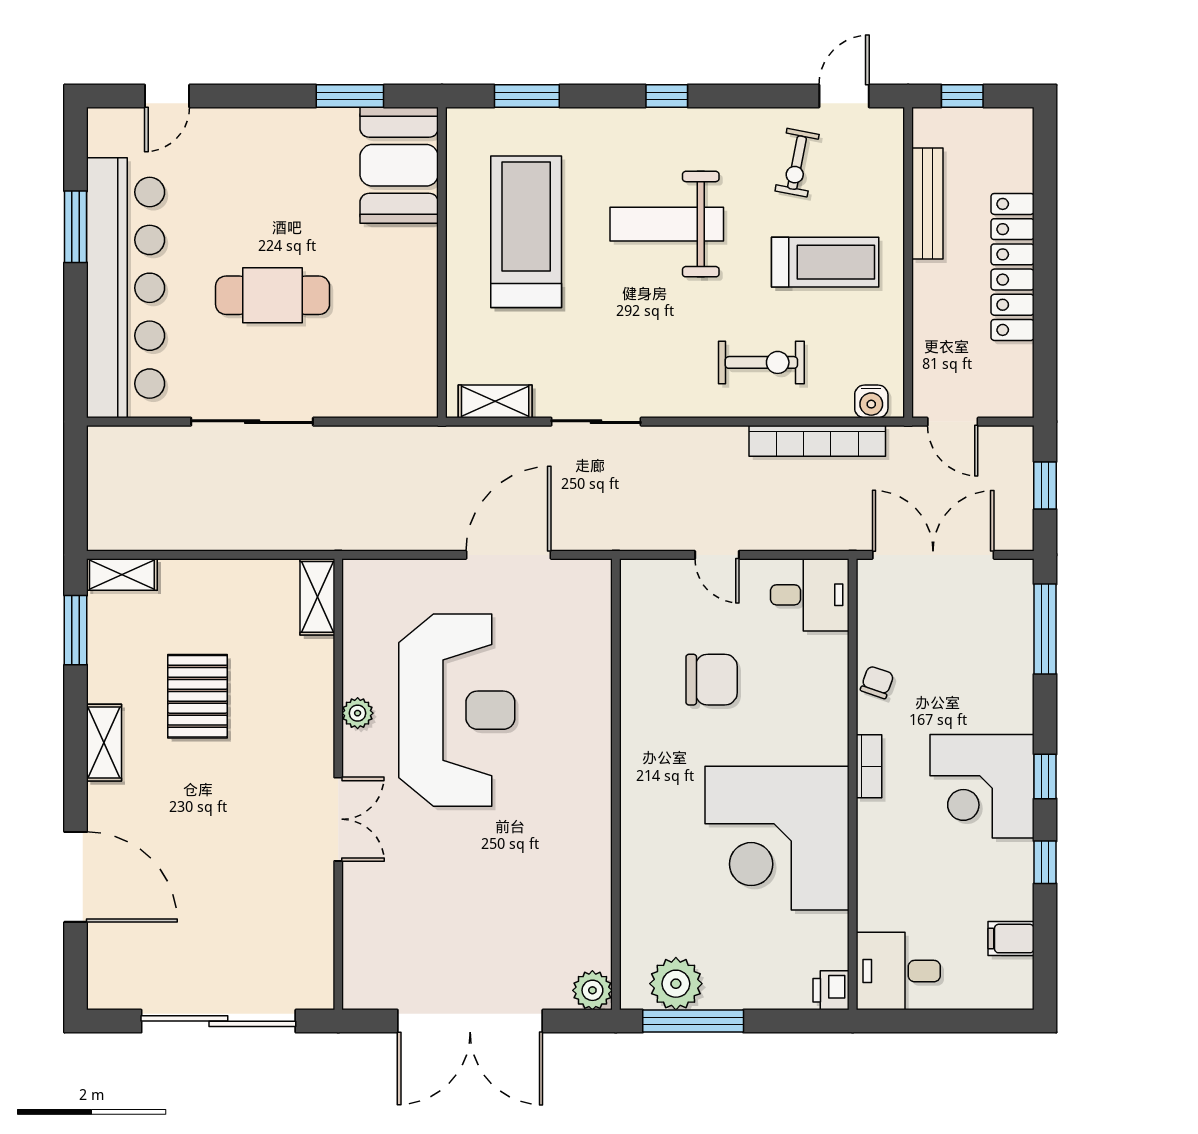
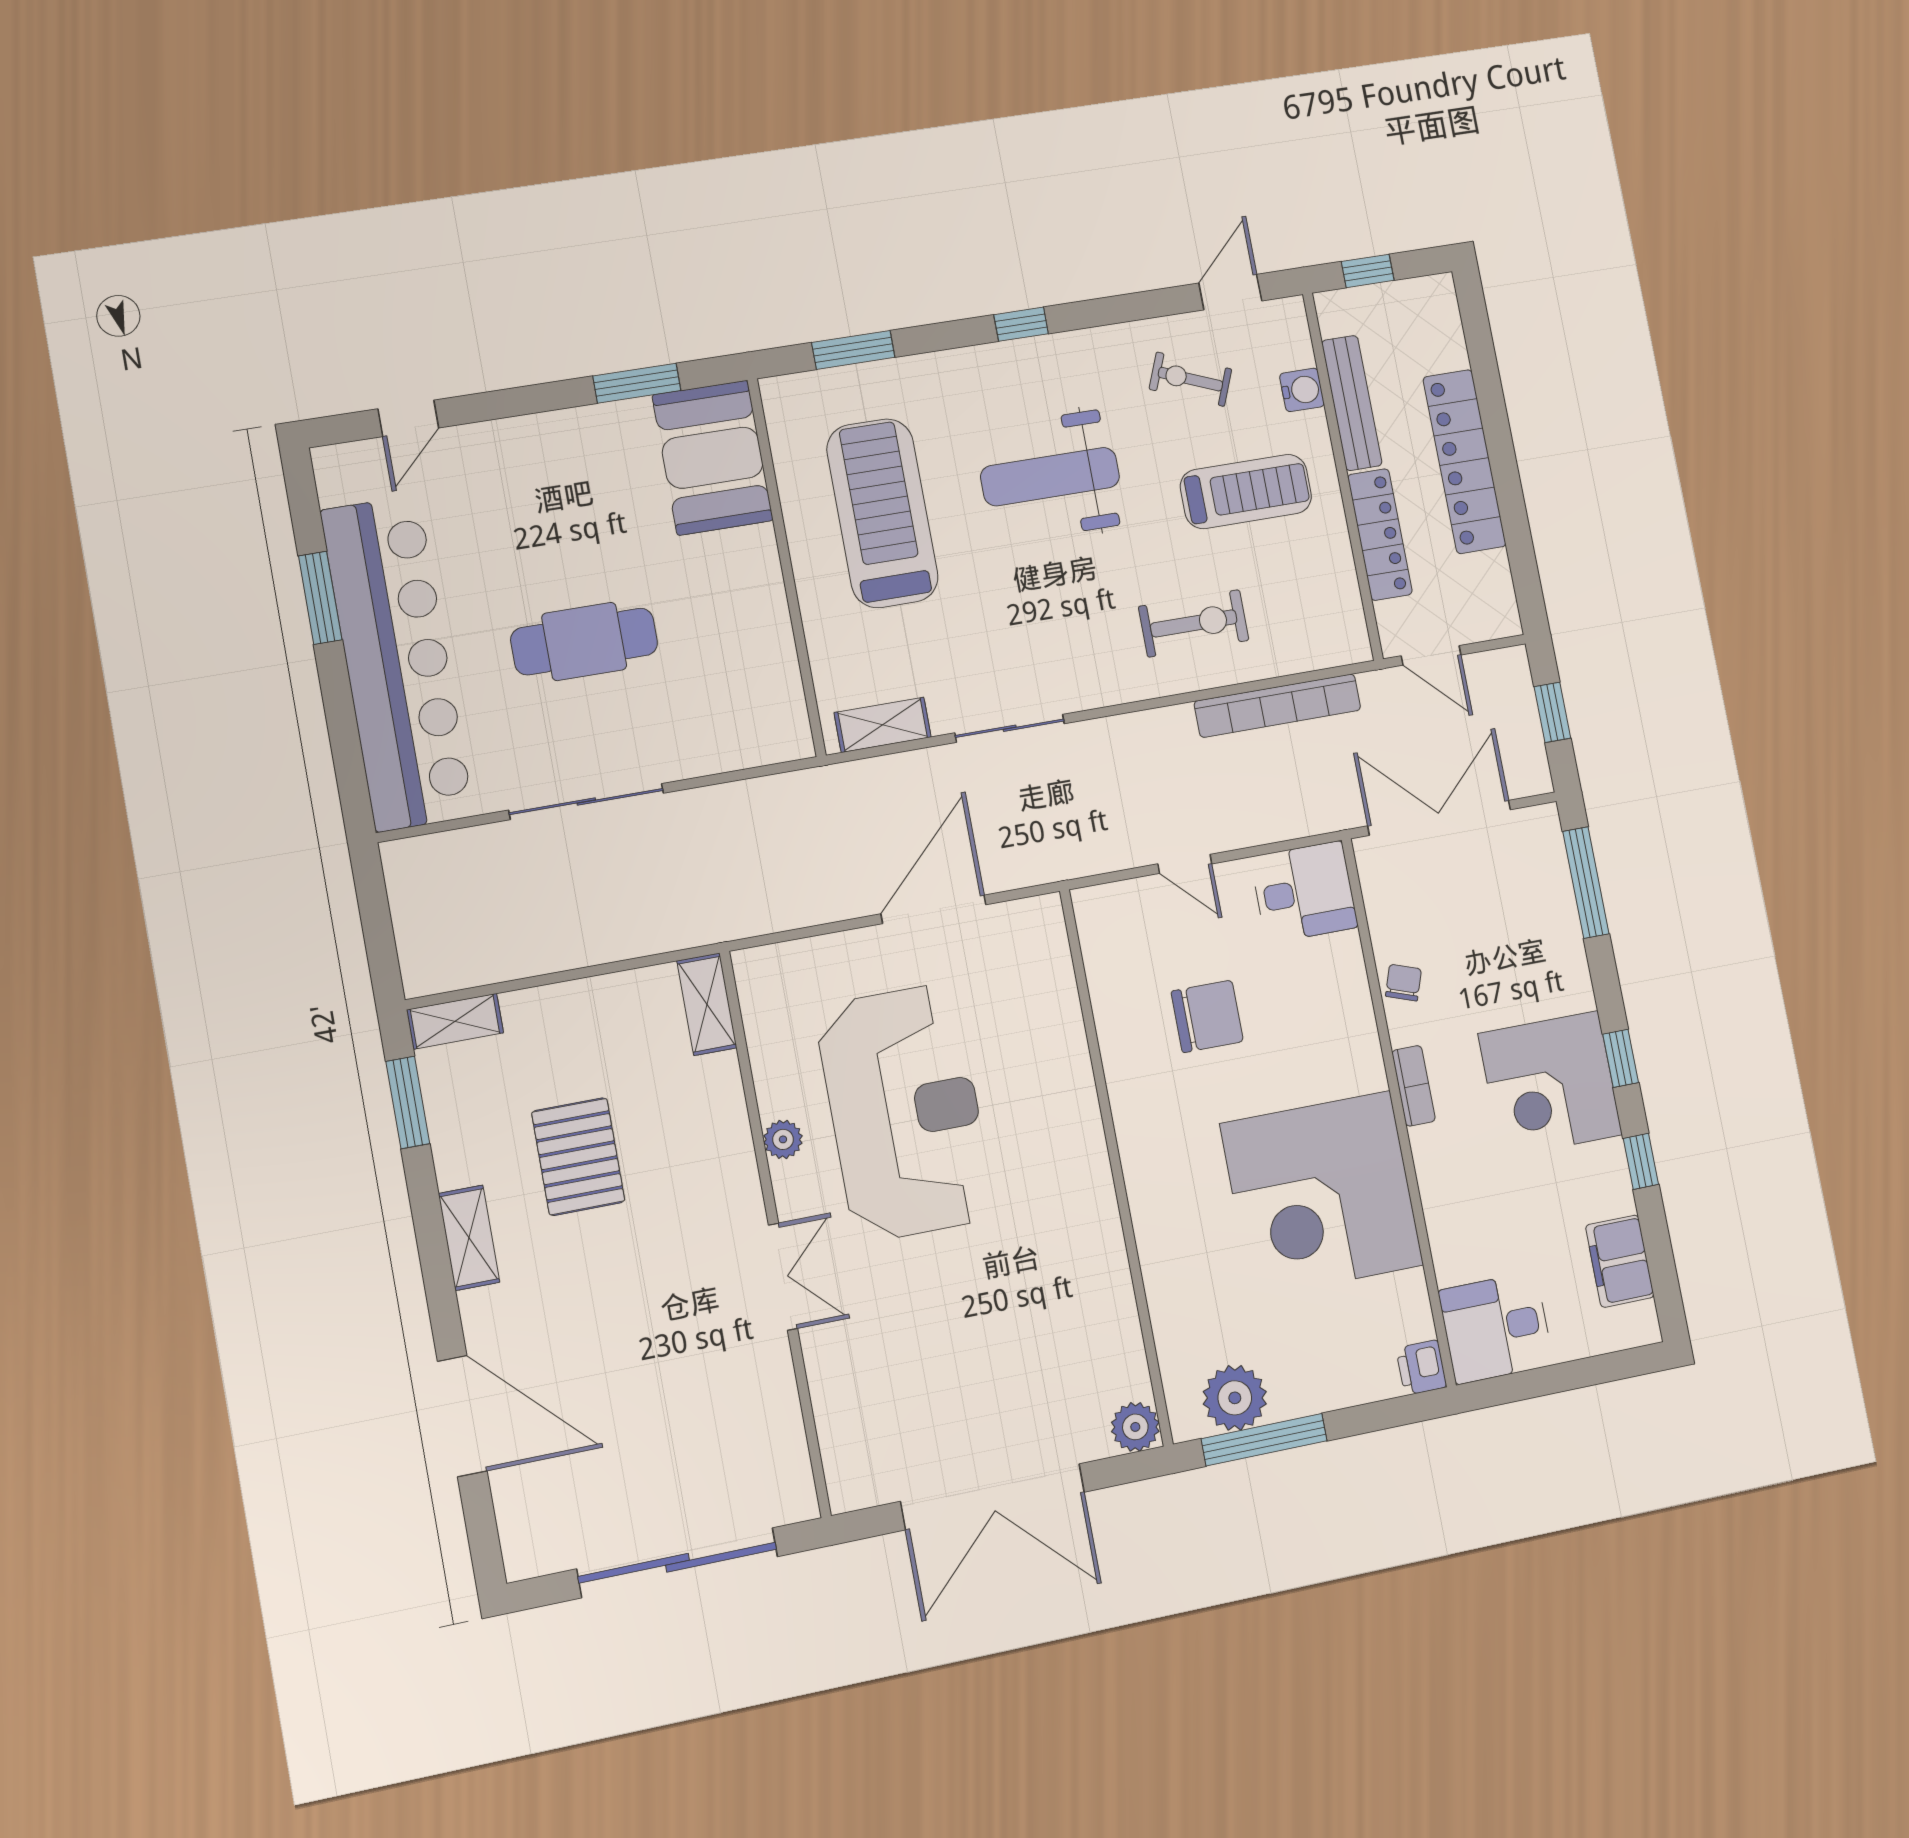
exercise bike: (797, 163) -> (1190, 379), turned 101
locker: (930, 316) -> (1380, 535), added
water cooler: (871, 401) -> (1302, 390), moved, turned -90
filing cabinet: (1011, 939) -> (1620, 1261), width x2.00

